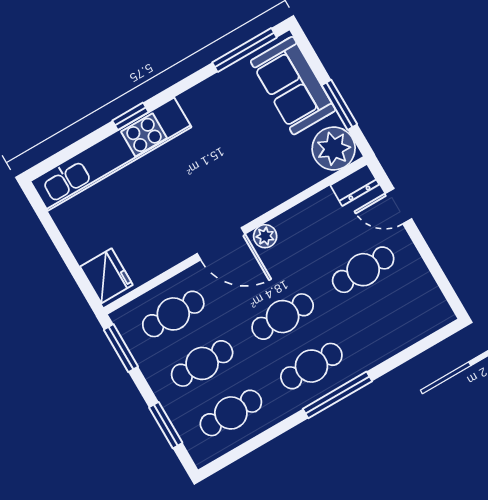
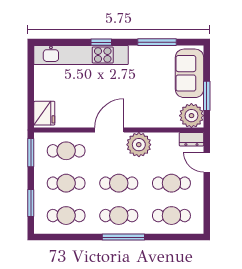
window: (245, 50) -> (157, 42), moved
plant: (265, 236) -> (139, 145), width x1.88, depth x1.88
door: (221, 244) -> (109, 130), swing flipped
cafe table: (392, 319) -> (171, 216), added

